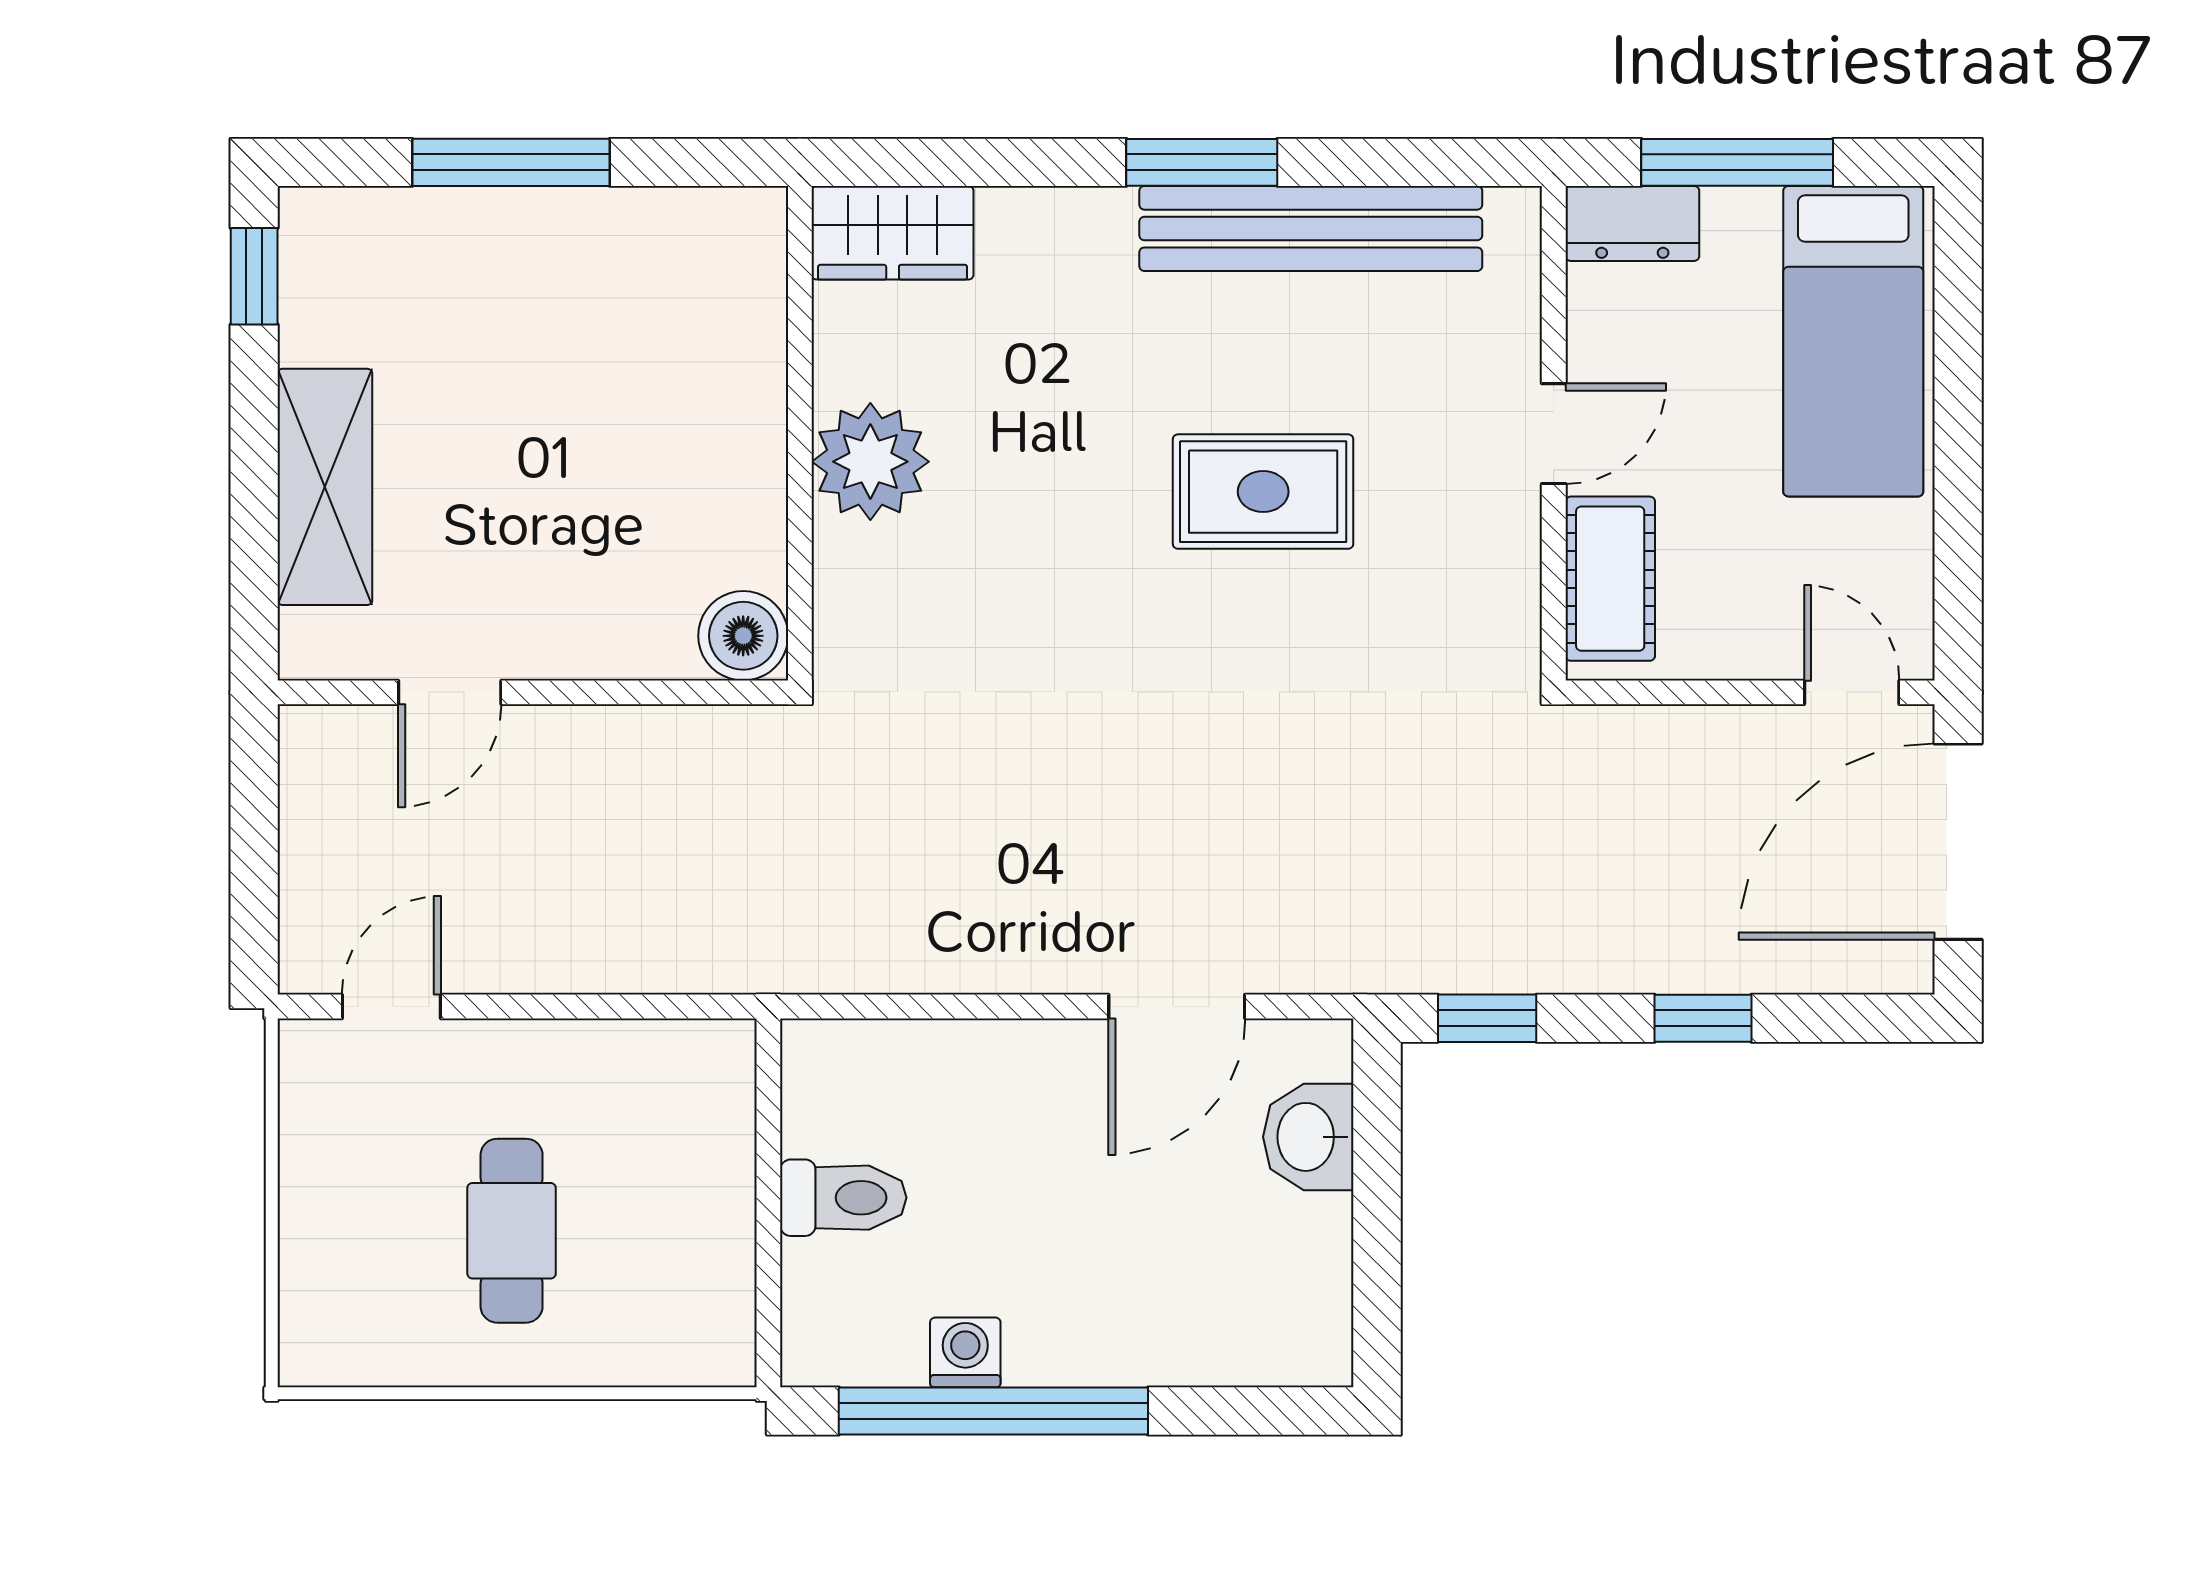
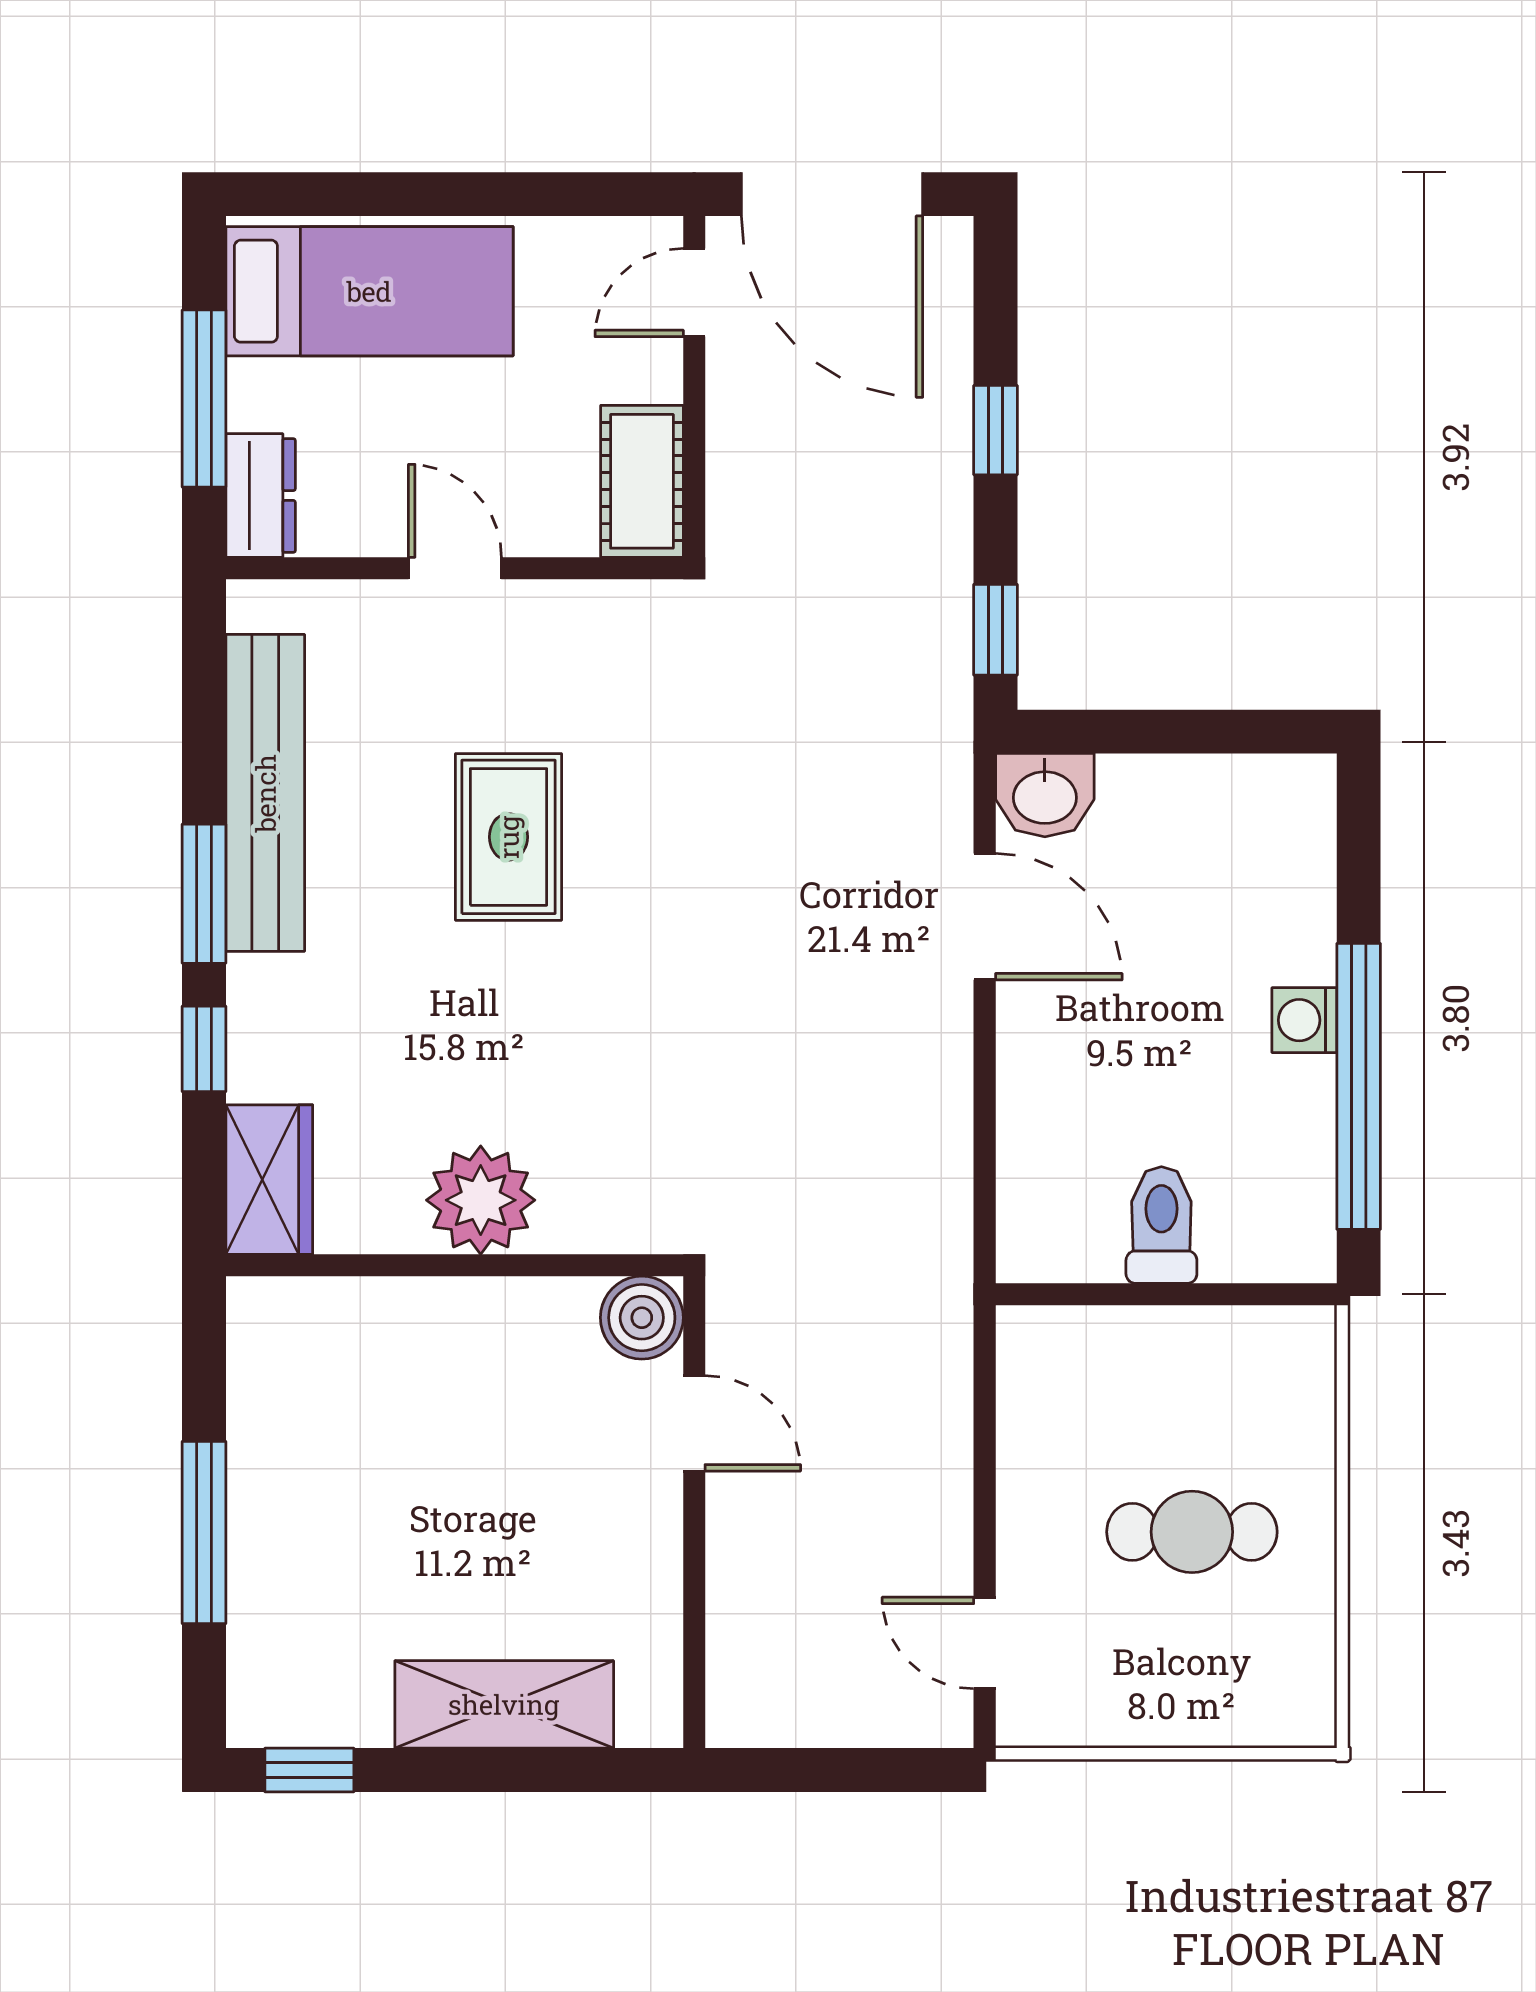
window: (1034, 162) -> (204, 1049), added
cot: (1610, 579) -> (642, 481), moved, turned 90
door: (450, 692) -> (694, 1423), moved
washbasin: (1308, 1137) -> (1045, 795), moved
washing machine: (965, 1352) -> (1304, 1020), moved

